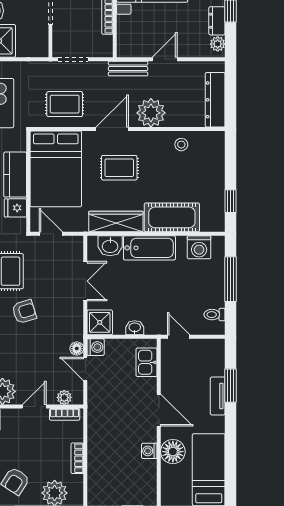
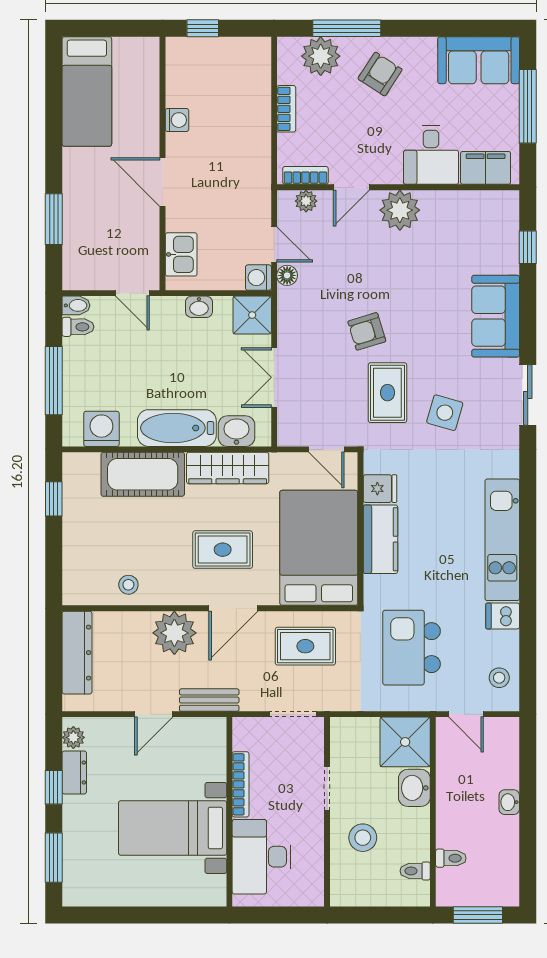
bidet: (216, 329) -> (76, 305), added
tv unit: (218, 396) -> (73, 203), removed
floor lamp: (173, 452) -> (141, 119), removed

